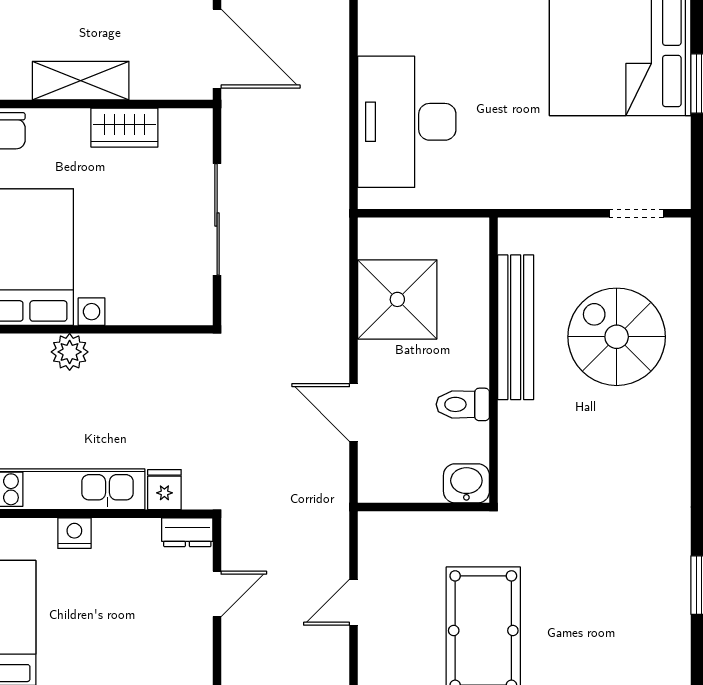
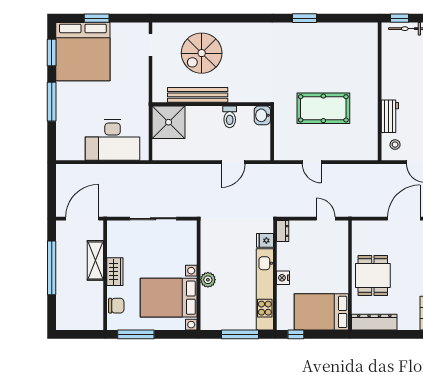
shelving: (81, 81) -> (95, 260), moved
wardrobe: (124, 128) -> (115, 272), moved
shower: (397, 299) -> (169, 122), moved
door: (217, 594) -> (326, 219), moved

